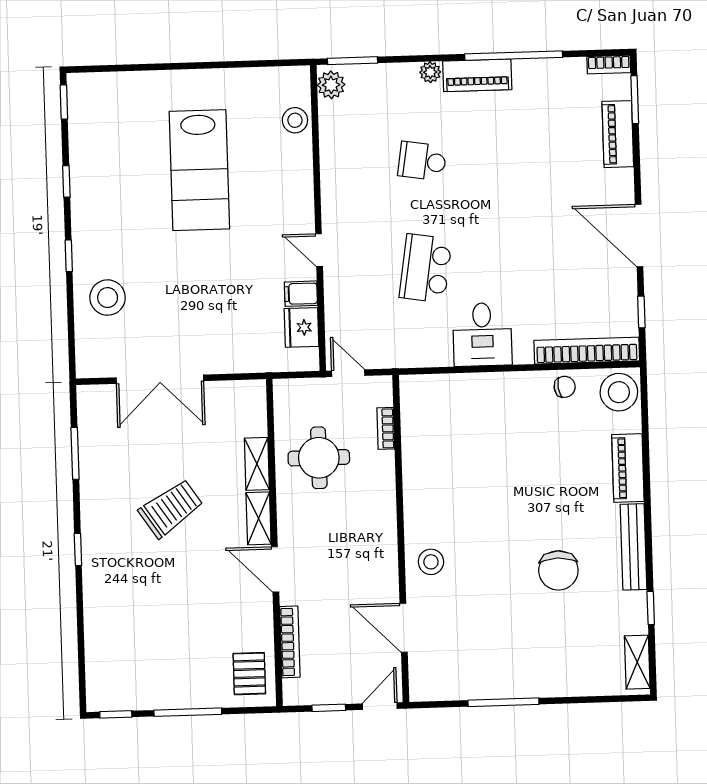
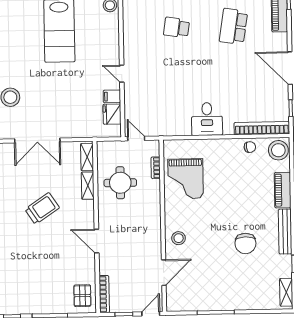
school desk: (426, 268) -> (233, 26), moved
grand piano: (443, 449) -> (186, 179), added
shelving: (259, 518) -> (87, 157), moved
door: (404, 628) -> (164, 273), swing flipped
bookcase: (290, 642) -> (104, 294), moved

